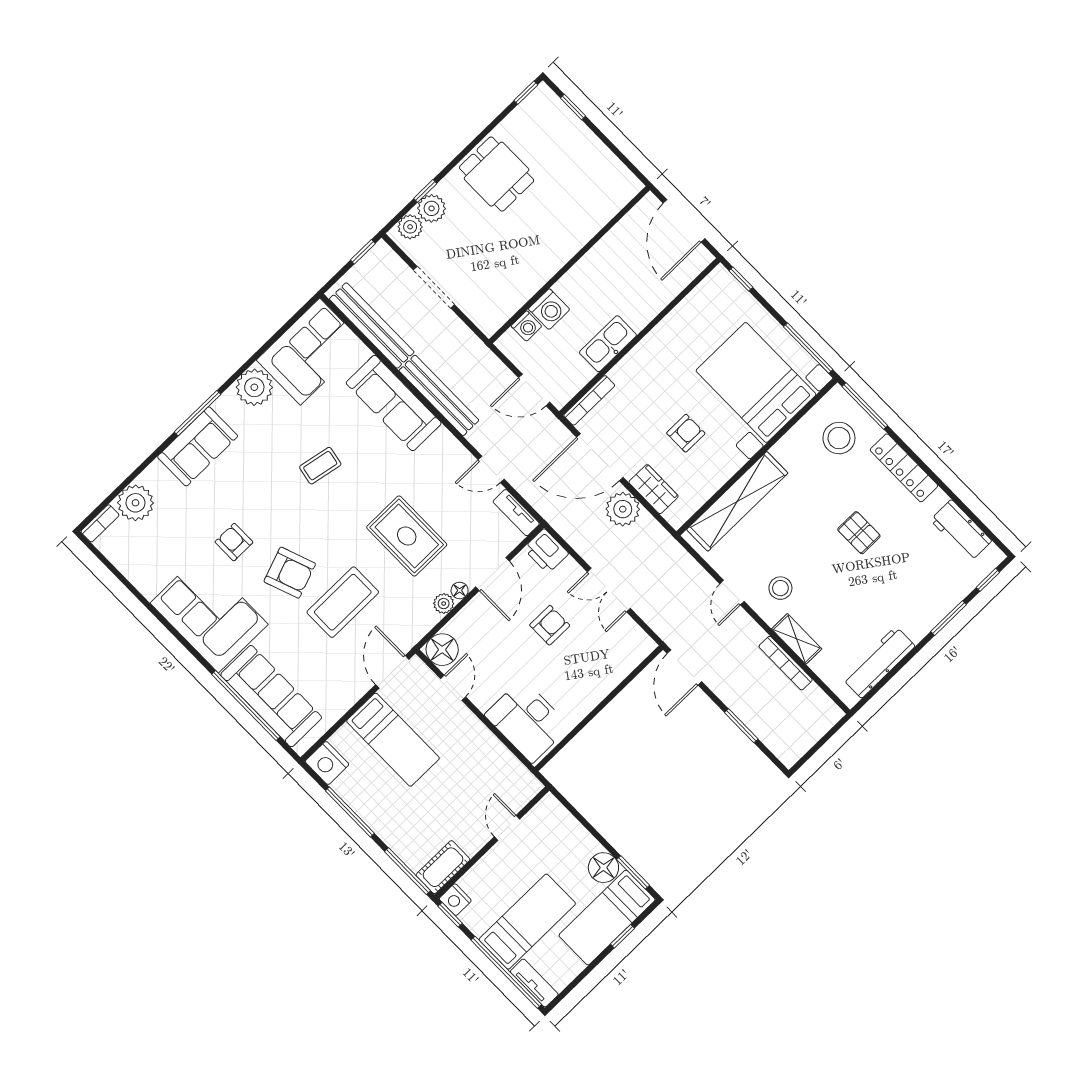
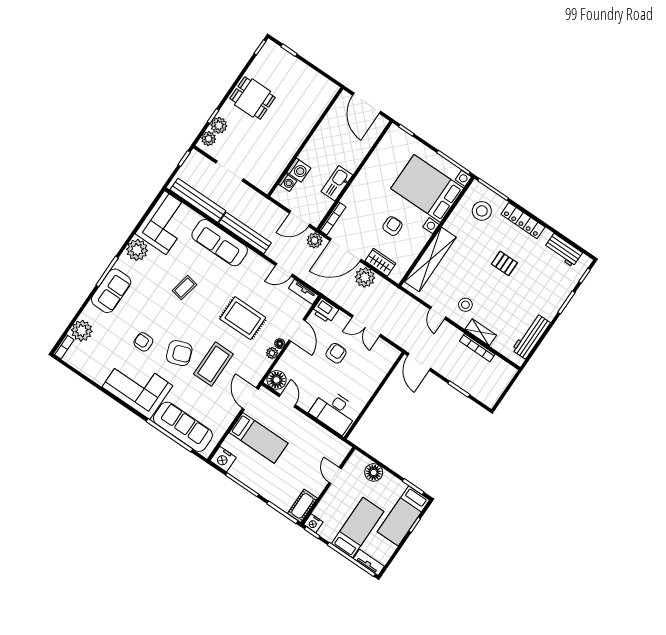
plant: (552, 431) -> (315, 240), added
floor lamp: (603, 868) -> (374, 472), moved

